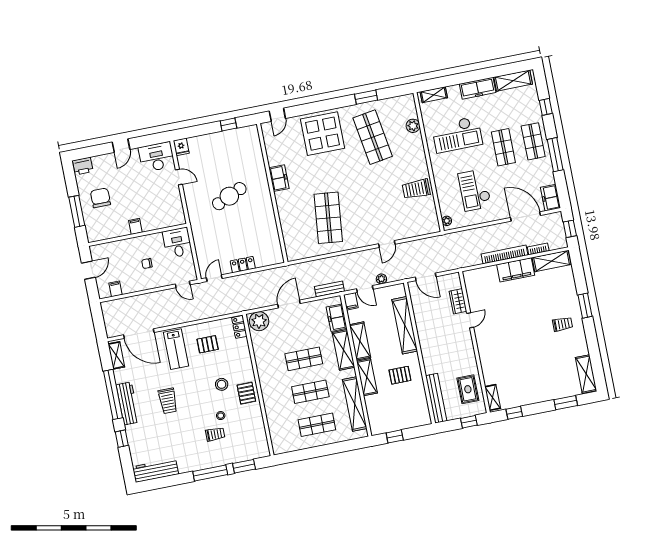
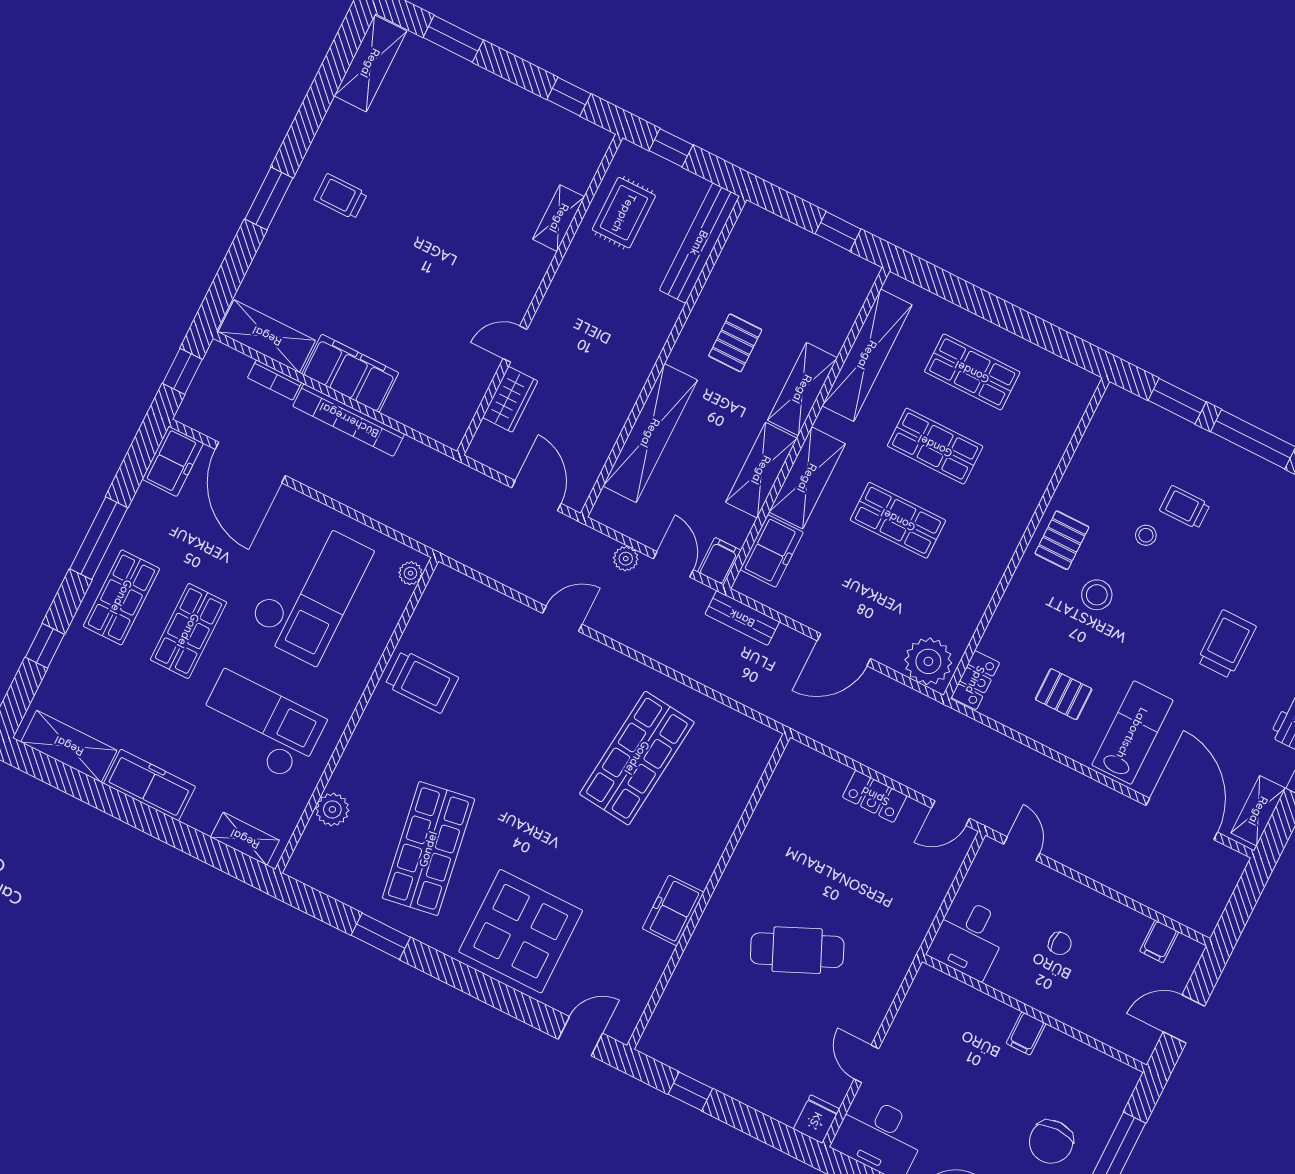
checkout: (475, 190) -> (309, 591), width x1.36, depth x1.21
pallet: (400, 375) -> (735, 343), turned 90
shelving: (493, 397) -> (559, 218), moved

